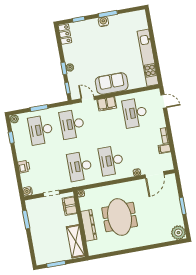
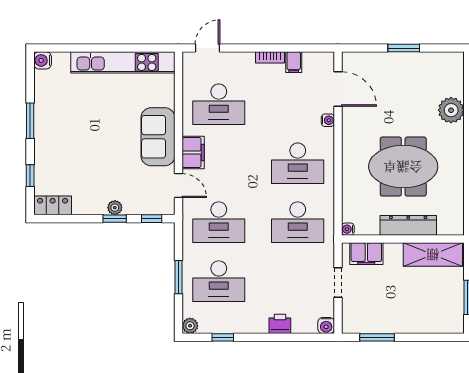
water cooler: (103, 22) -> (43, 60), moved
door: (88, 99) -> (178, 186), swing flipped
plant: (178, 233) -> (451, 110), moved

